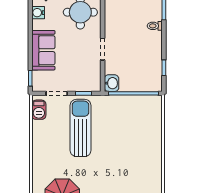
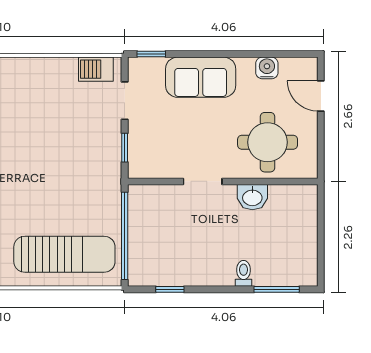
washbasin: (112, 83) -> (252, 197), moved
sun lounger: (81, 128) -> (64, 254), moved

